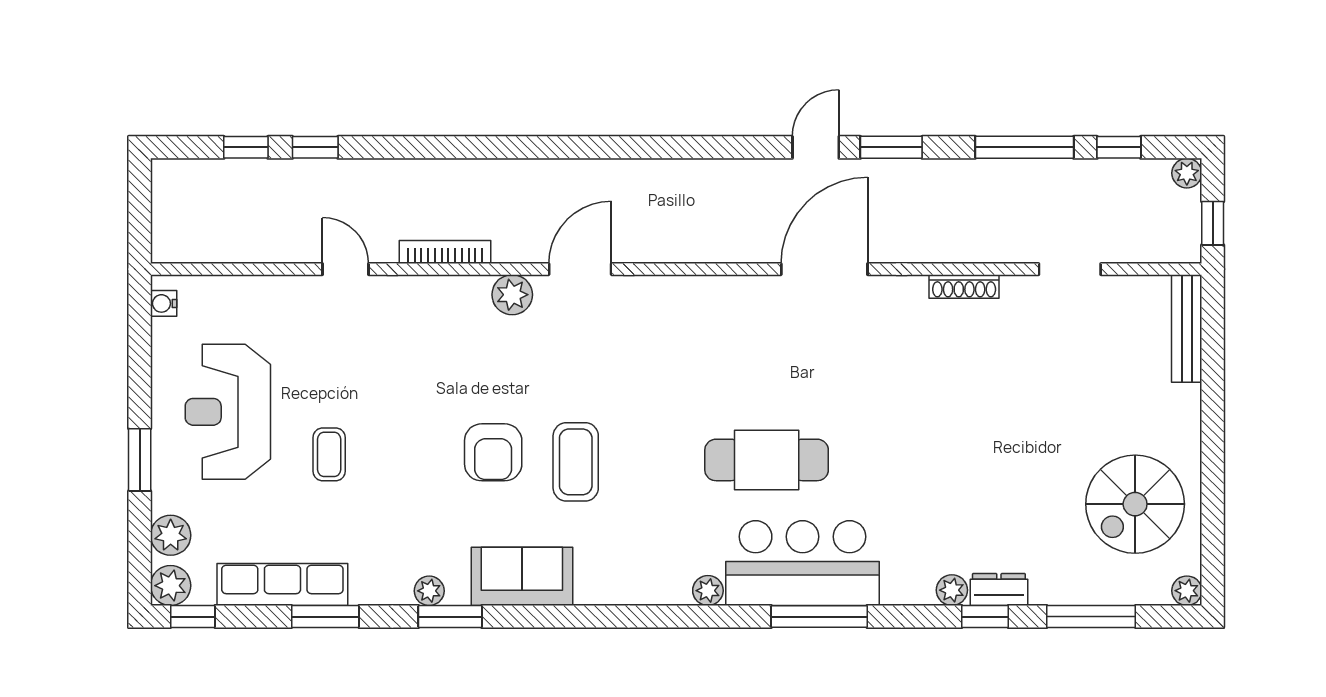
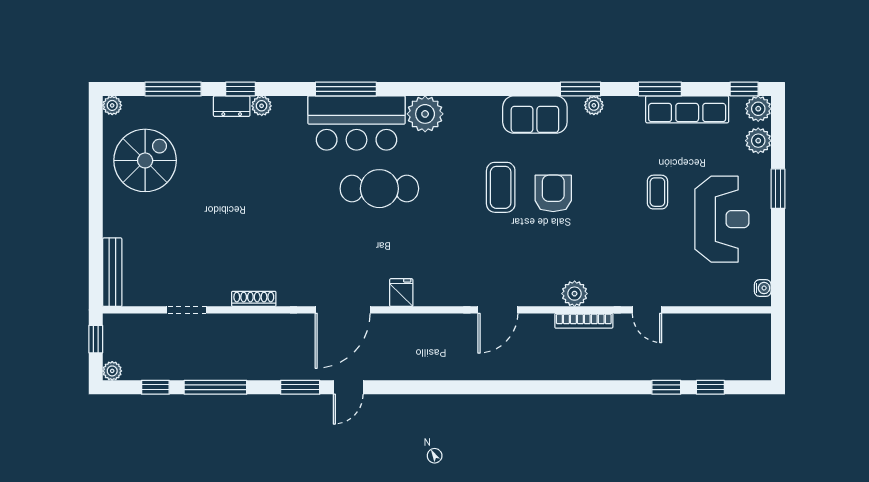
plant: (512, 295) -> (575, 294), moved
fridge: (732, 296) -> (401, 293), added
plant: (708, 591) -> (425, 114), width x1.88, depth x1.88

